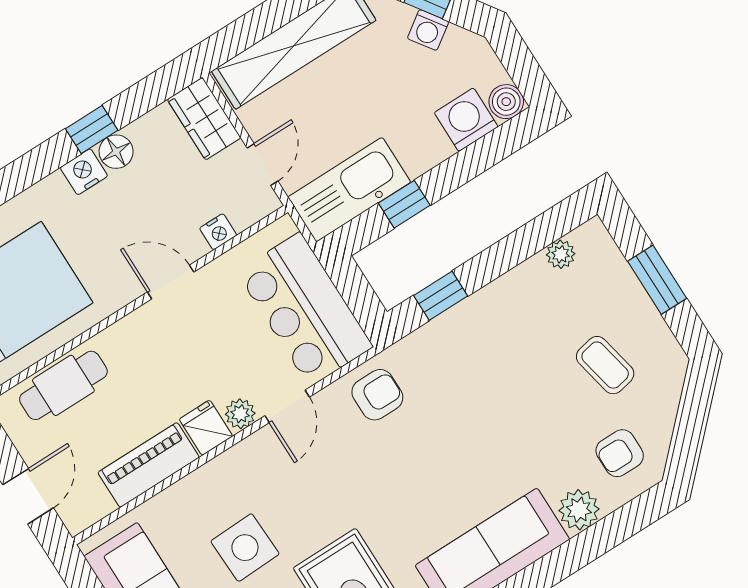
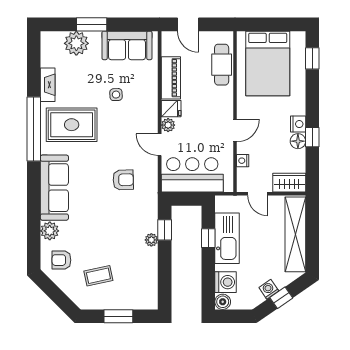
kitchen sink: (349, 190) -> (227, 238), moved
plant: (561, 254) -> (151, 240), moved
armchair: (377, 395) -> (123, 180), moved, turned -92
armchair: (620, 453) -> (61, 260), turned -90
side table: (245, 548) -> (116, 95), width x0.54, depth x0.54

